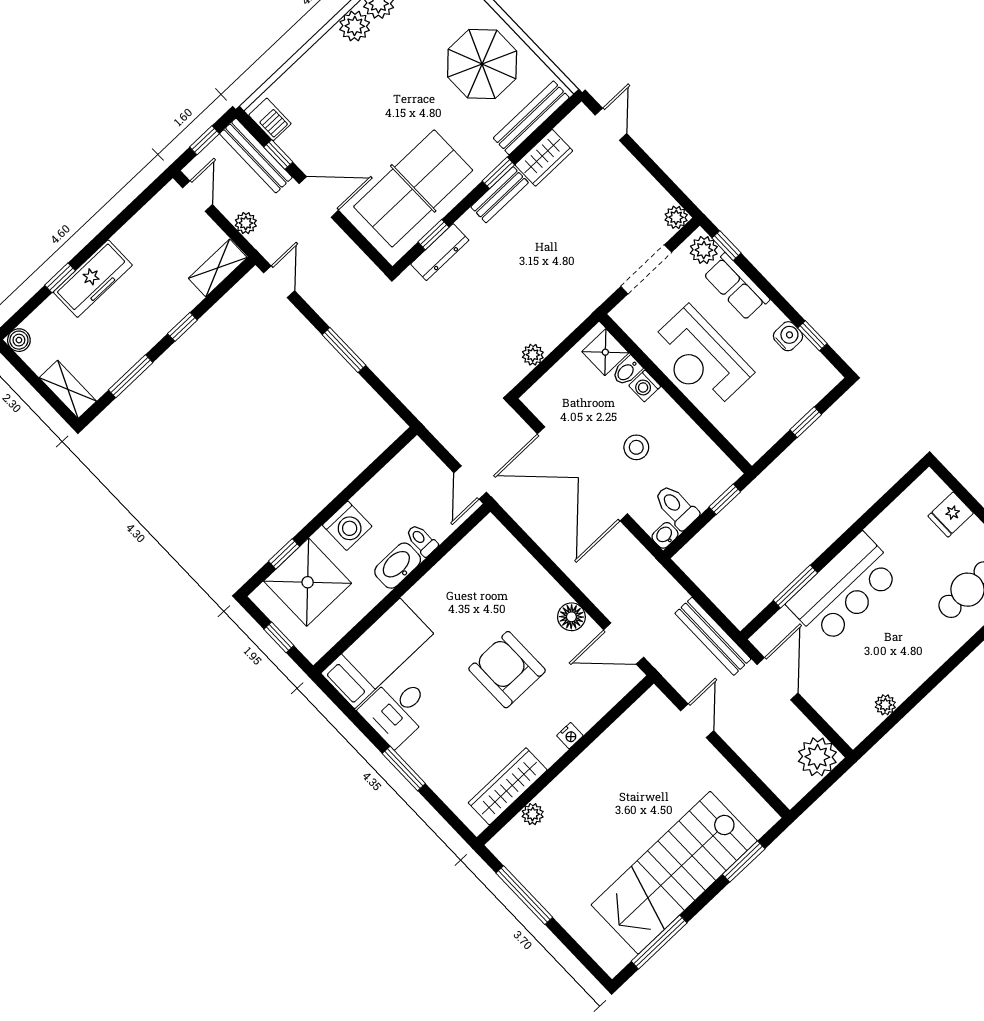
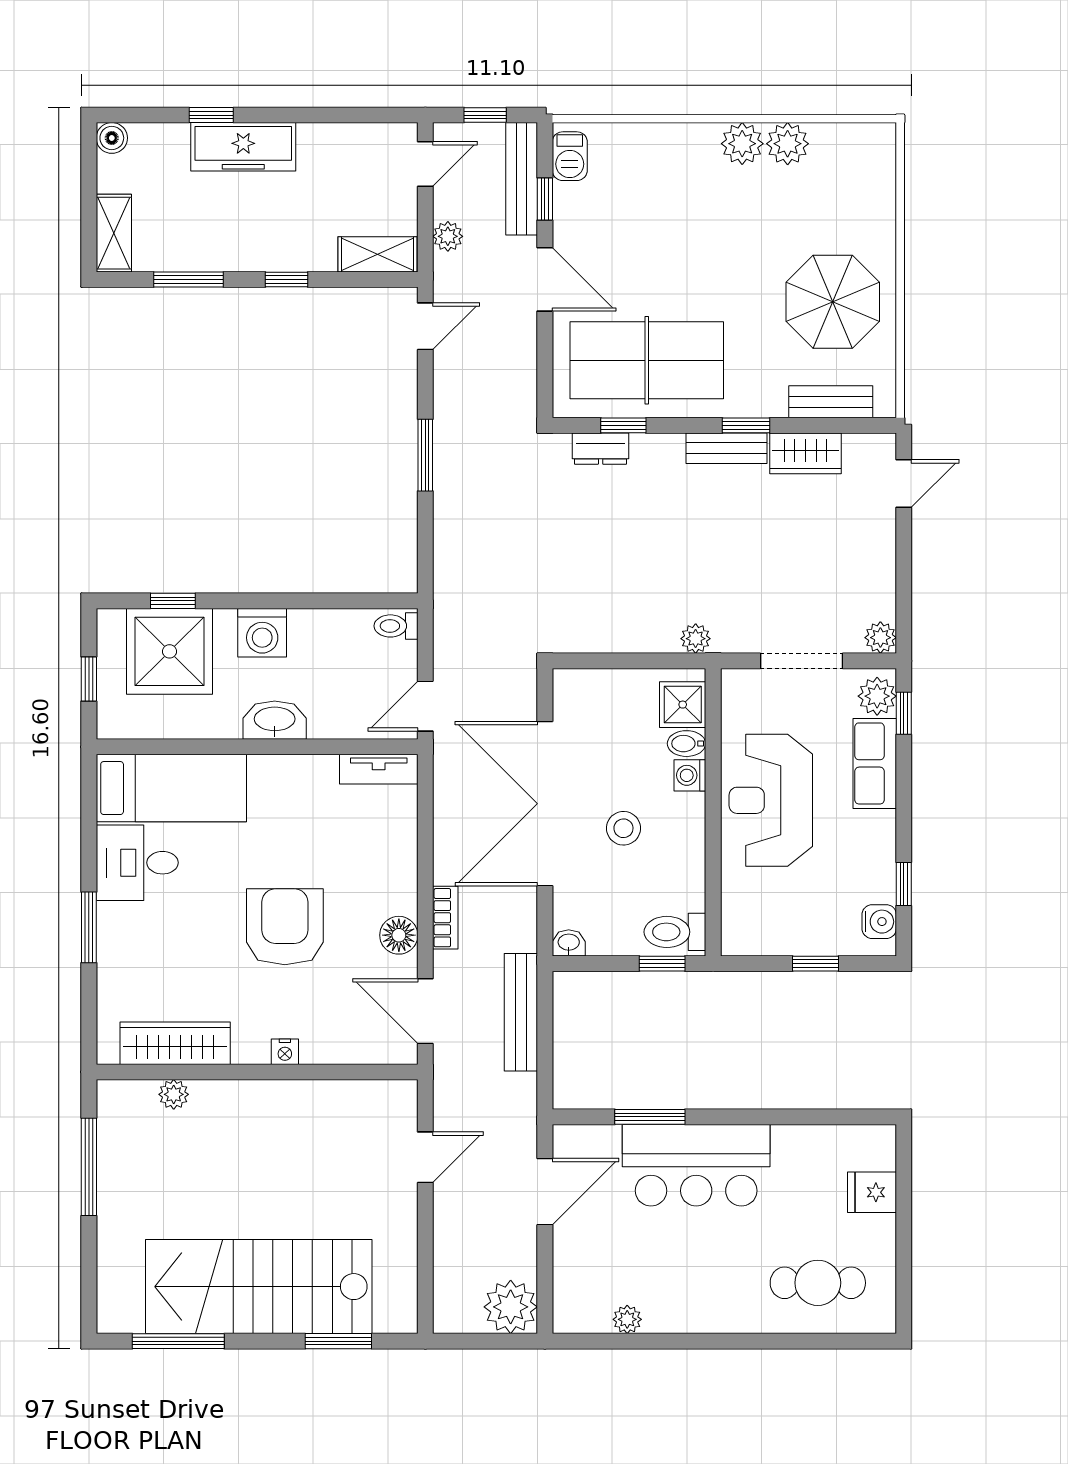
bench: (531, 118) -> (831, 402), width x0.73
dresser: (440, 252) -> (601, 449), width x0.70
water cooler: (788, 336) -> (879, 922), moved
plant: (533, 355) -> (696, 639), moved
toilet: (676, 507) -> (675, 932), moved, turned -90
tv unit: (477, 539) -> (379, 769), added
toilet: (422, 540) -> (396, 626), moved, turned -90
bookcase: (587, 584) -> (445, 918), added
bench: (713, 636) -> (521, 1012), moved

